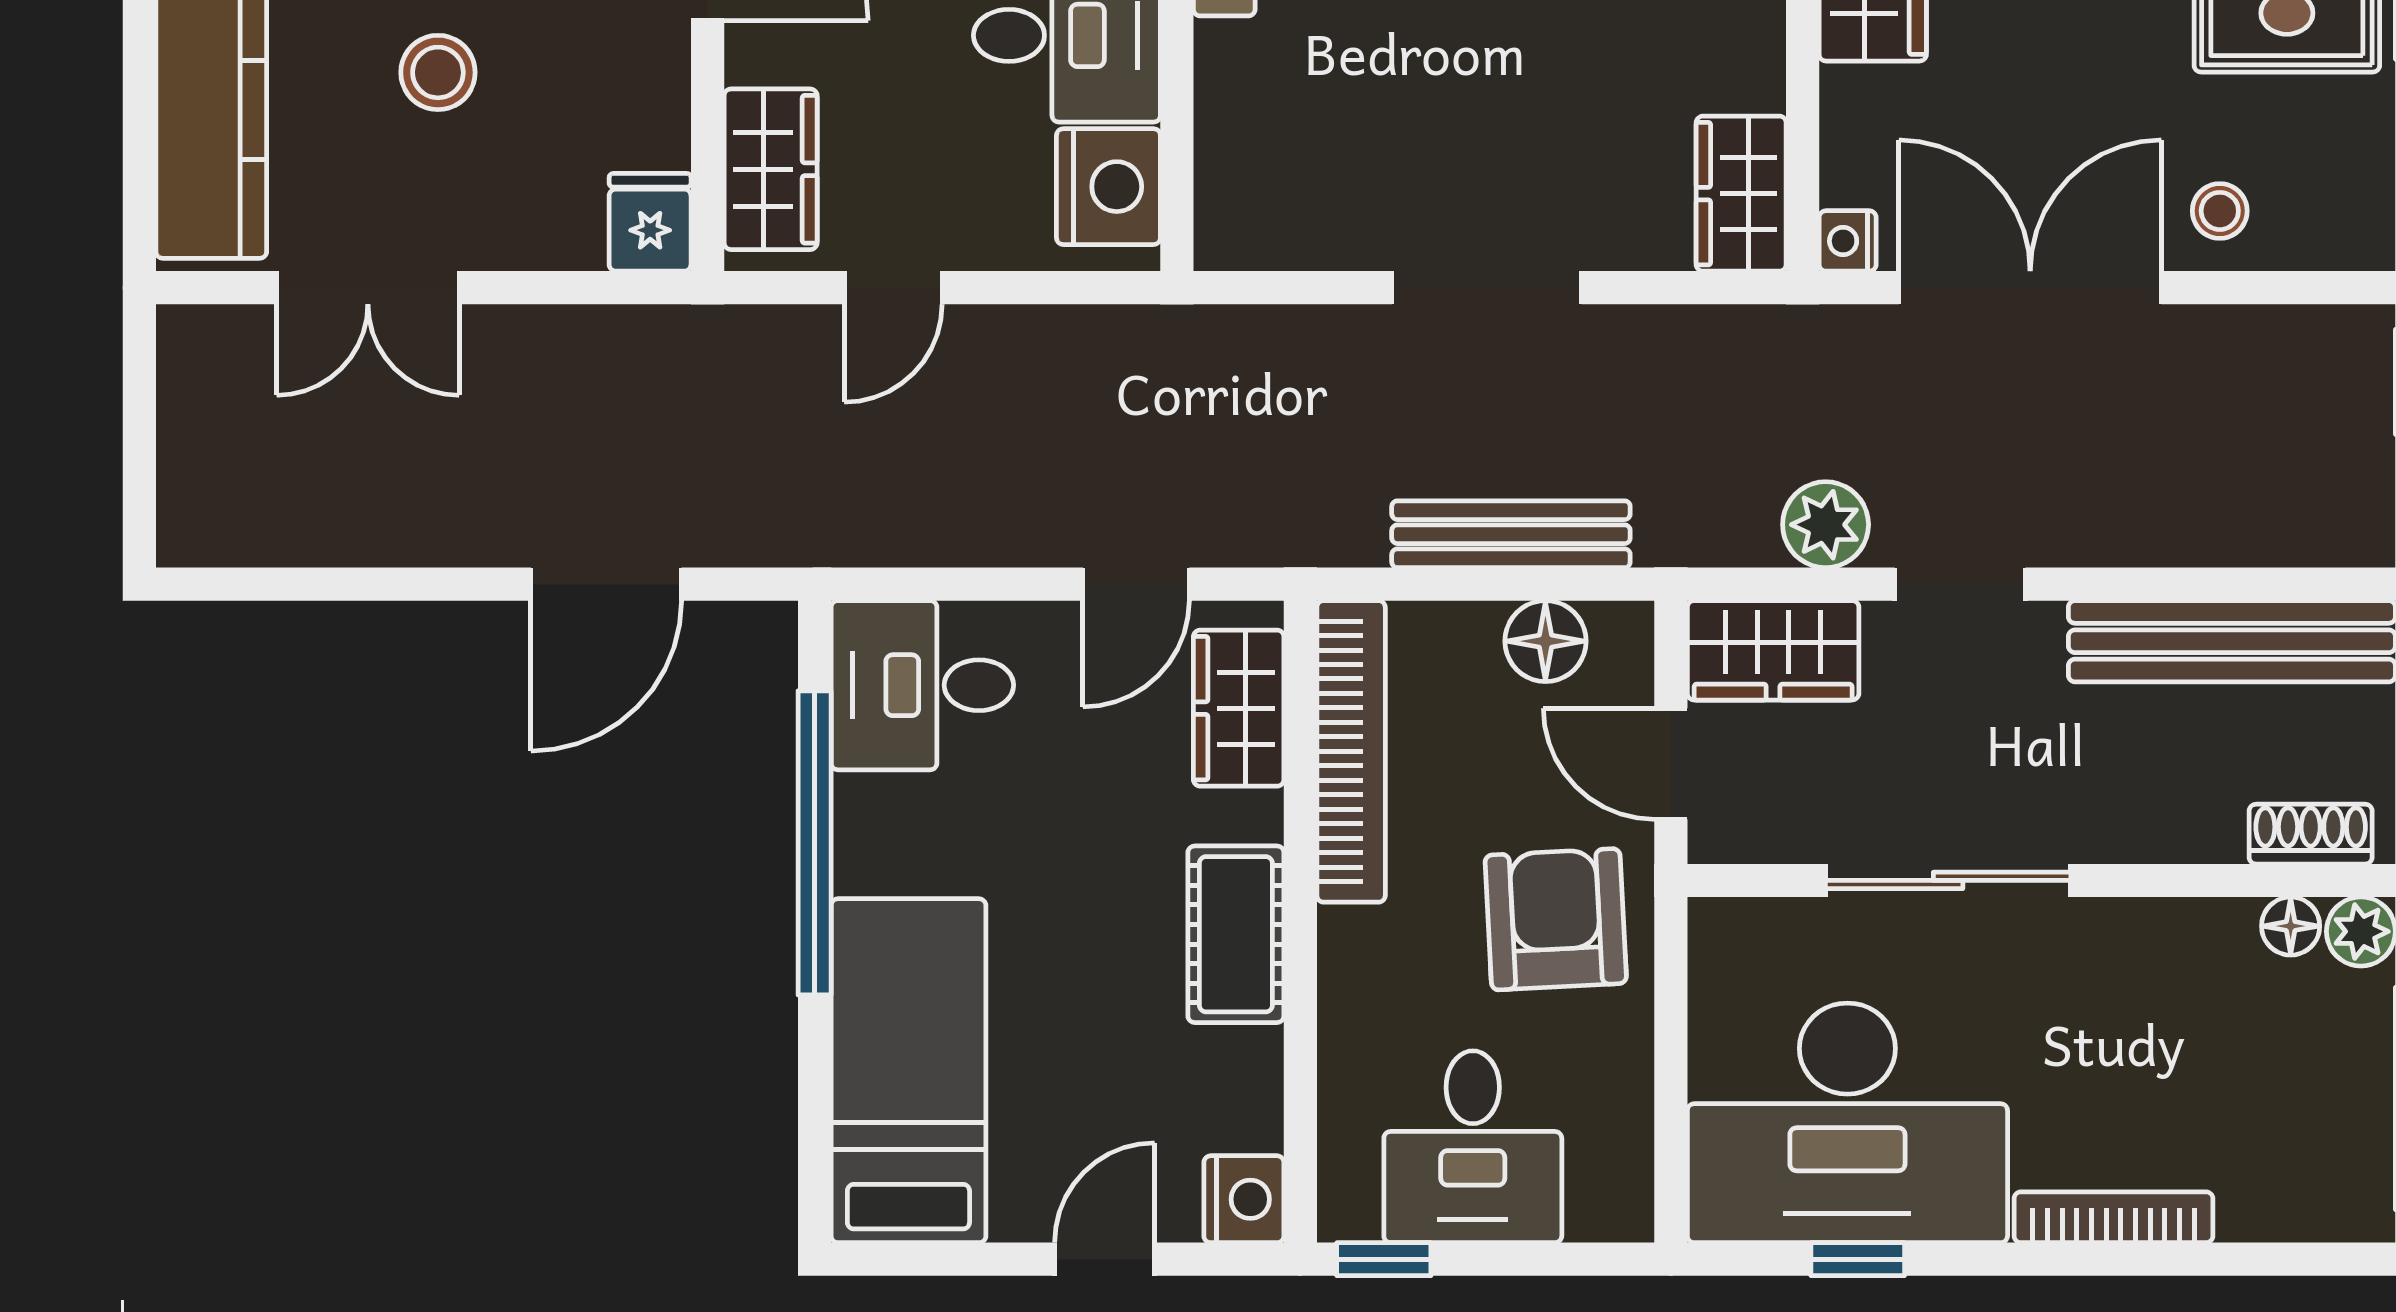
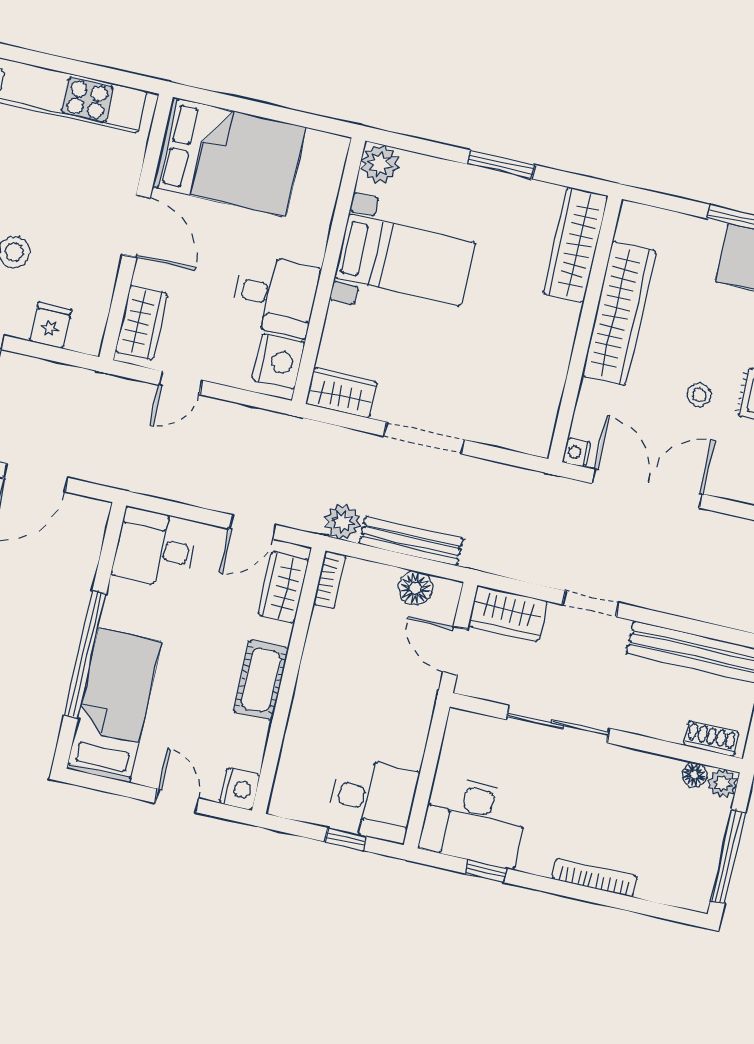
wardrobe: (1741, 194) -> (341, 393), moved, turned 90
stool: (2220, 211) -> (699, 395), moved
fridge: (650, 222) -> (51, 325), moved
plant: (1826, 525) -> (343, 522), moved
bookcase: (1351, 751) -> (330, 580), width x0.43, depth x0.76
window: (815, 843) -> (85, 654), moved
armchair: (1556, 919) -> (394, 703), removed
desk: (1847, 1123) -> (474, 821), width x0.73, depth x0.77
desk: (1473, 1147) -> (373, 800), moved, turned -90
door: (1105, 1259) -> (177, 801), hinge flipped
window: (1384, 1259) -> (346, 839), moved

